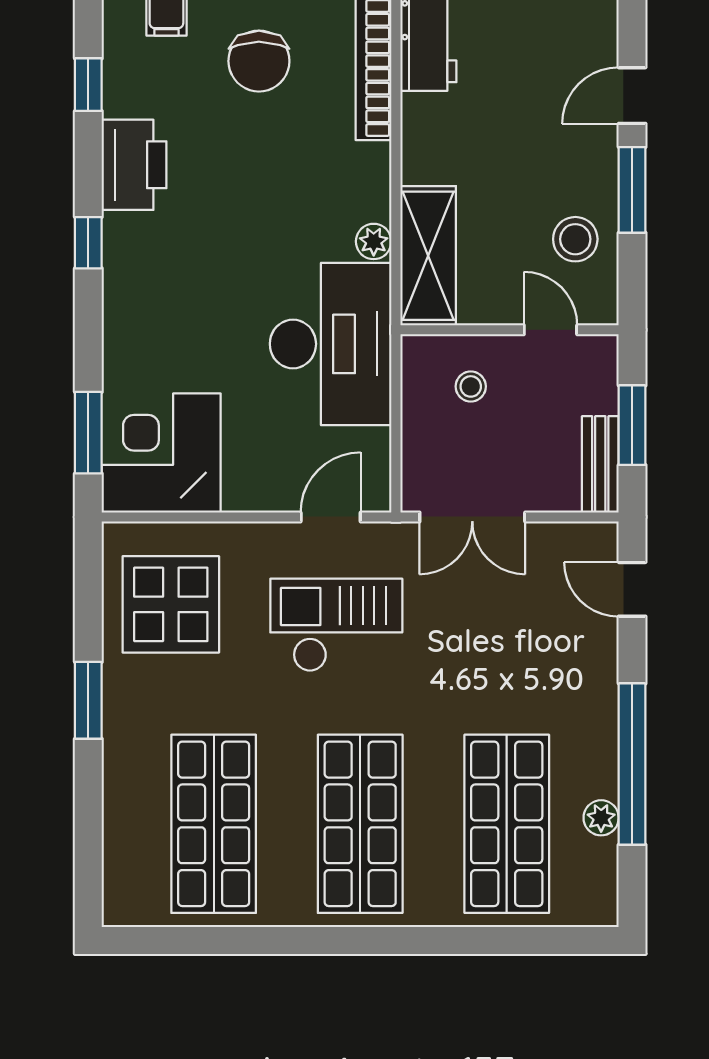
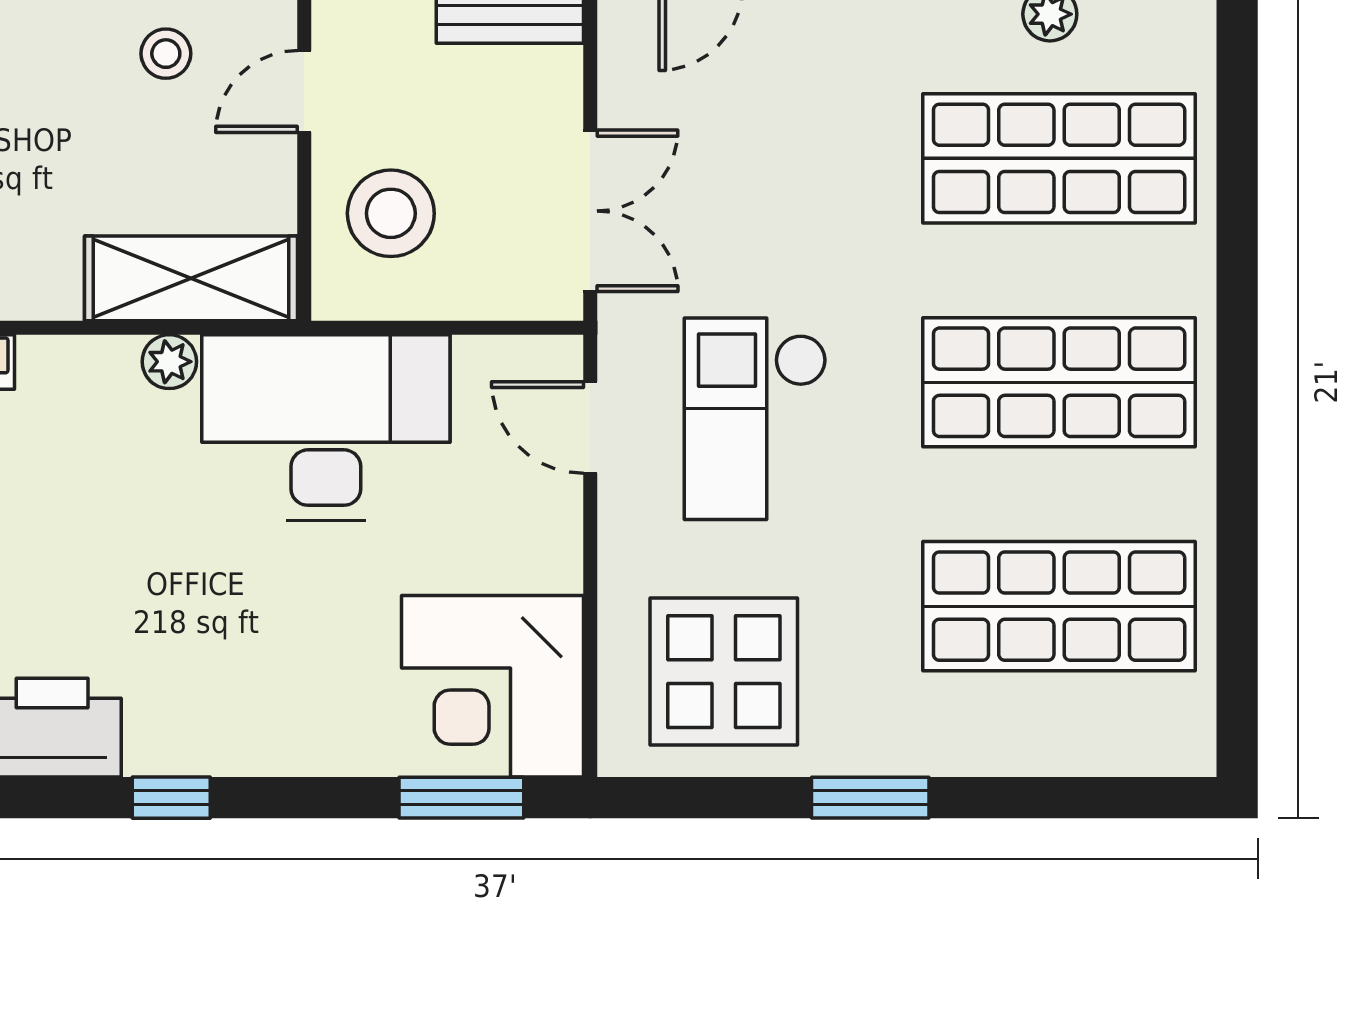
stool: (575, 239) -> (166, 54), width x0.73, depth x0.73
stool: (471, 386) -> (391, 213), width x1.89, depth x1.89

